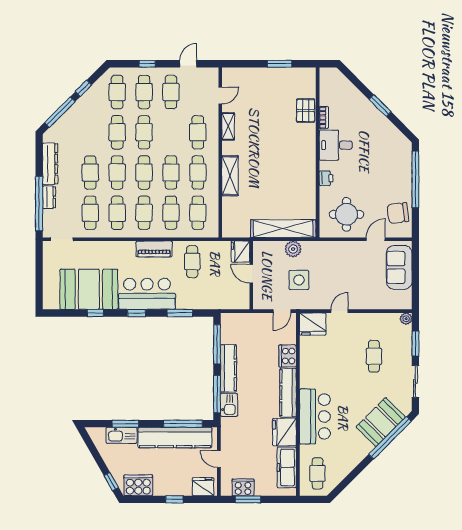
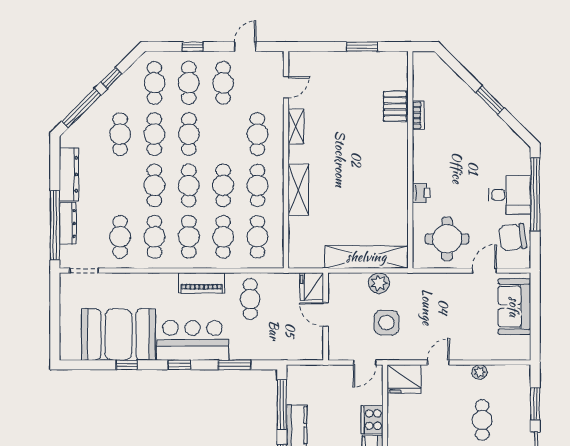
desk: (336, 145) -> (510, 195), moved, turned 180
cafe table: (90, 172) -> (120, 134), moved
dresser: (49, 197) -> (68, 223), width x1.44
plant: (406, 319) -> (480, 372), moved

